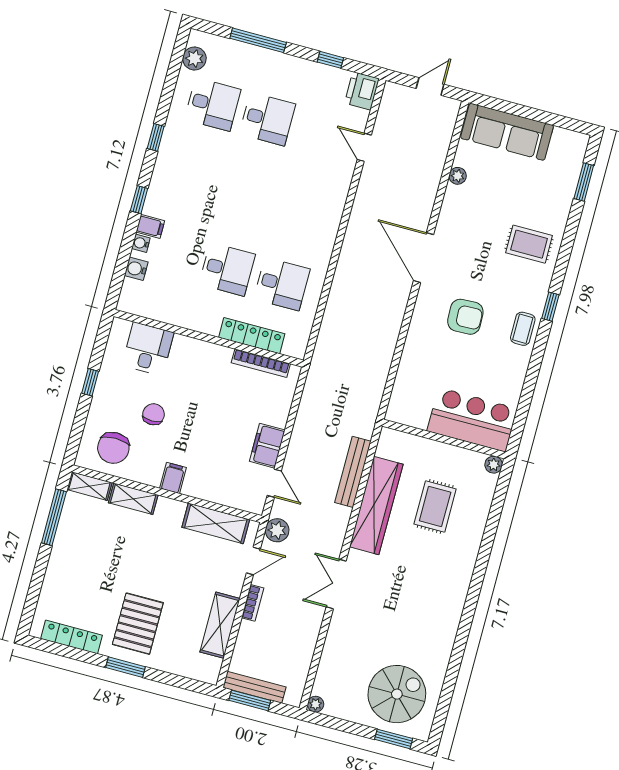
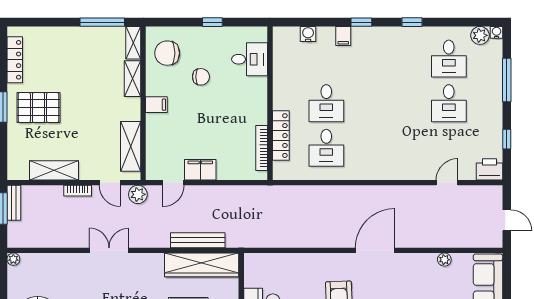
water cooler: (141, 243) -> (496, 32), moved
wardrobe: (376, 506) -> (202, 265), moved
bench: (254, 687) -> (14, 203), width x0.73

